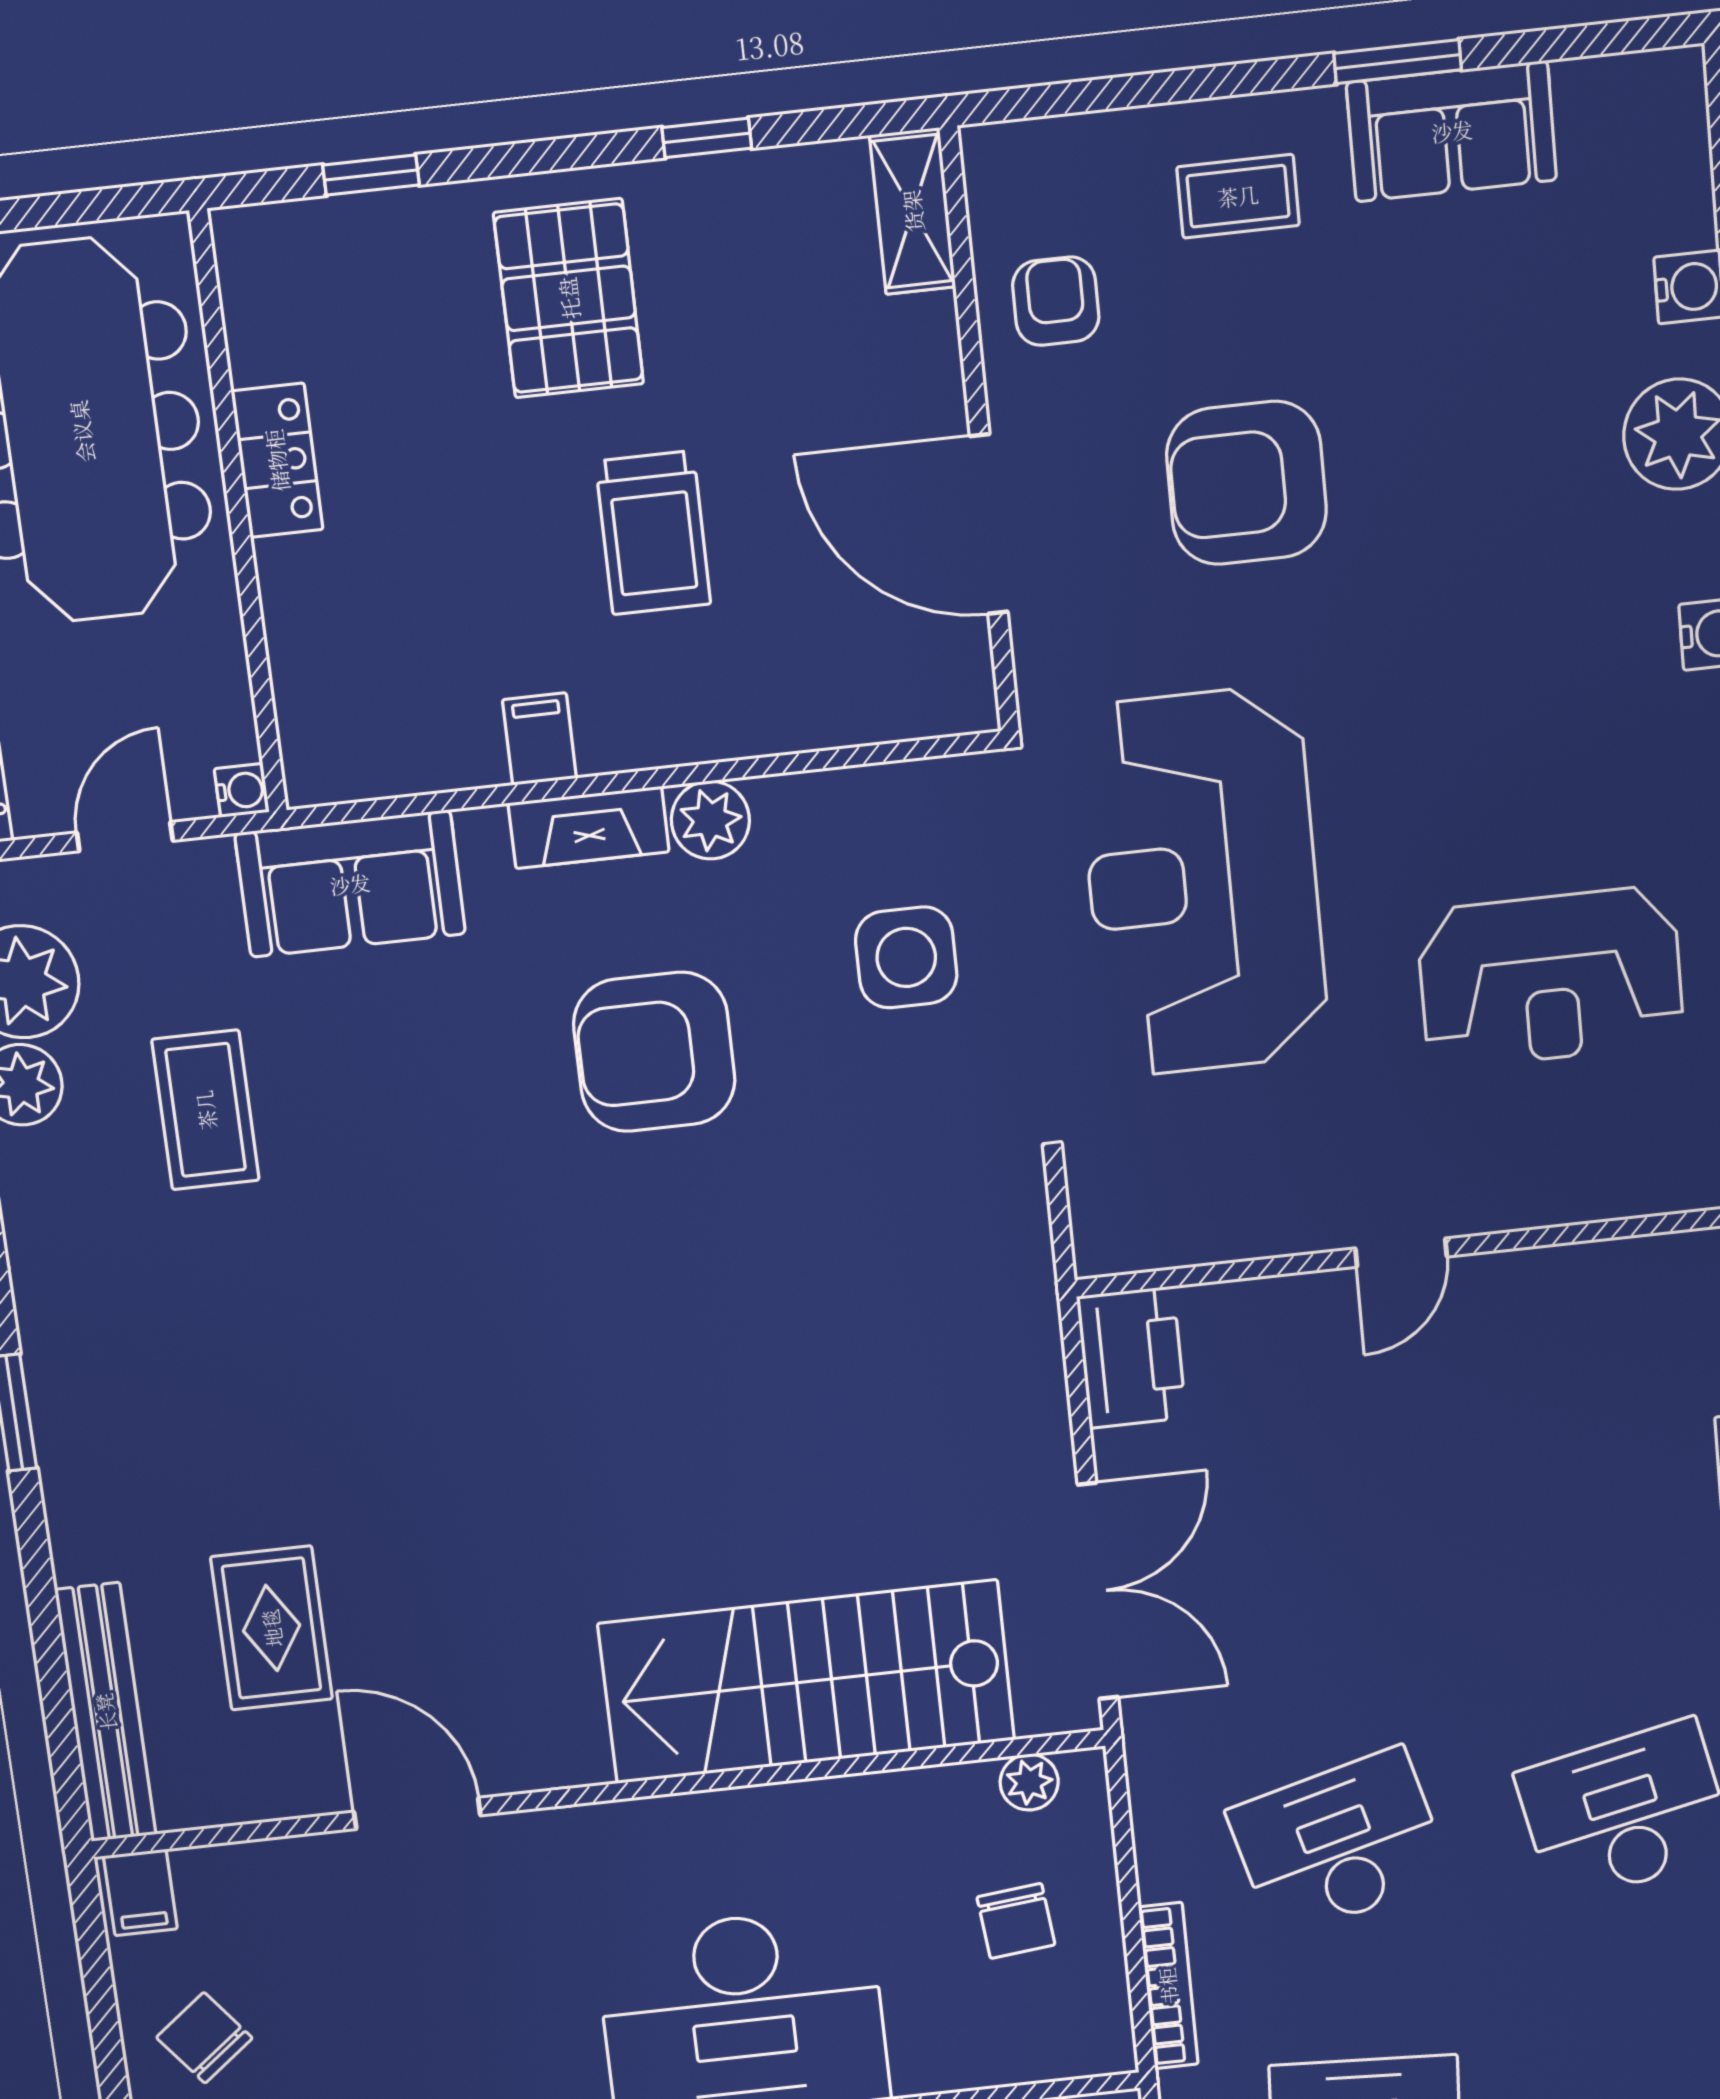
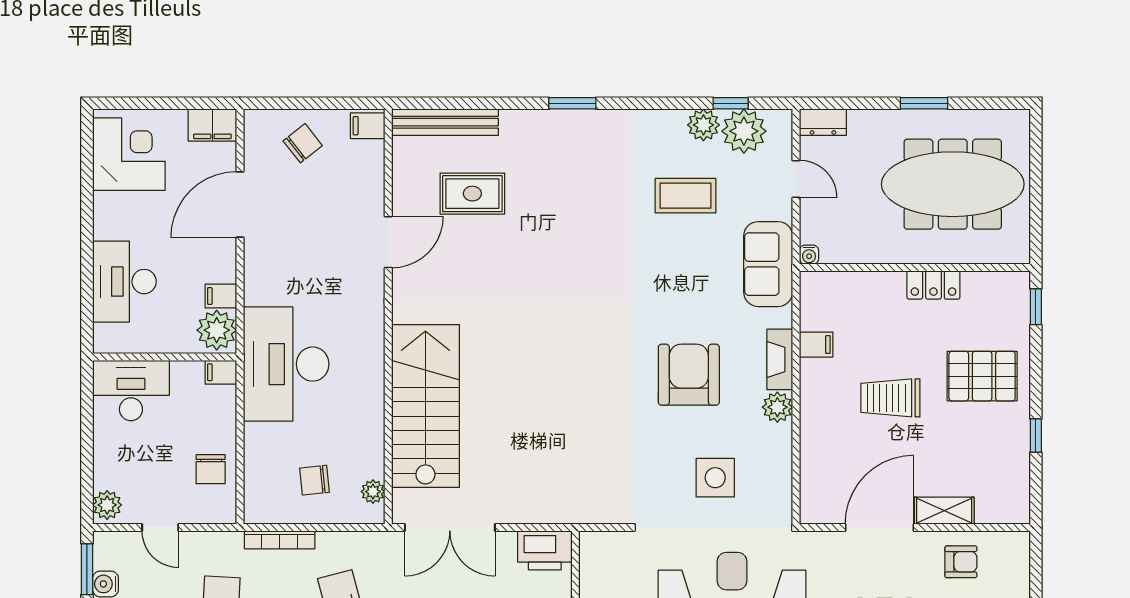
shelving: (913, 211) -> (944, 511), moved
locker: (277, 460) -> (933, 285), moved
wall: (238, 514) -> (915, 268), moved
water cooler: (242, 790) -> (809, 255), moved

